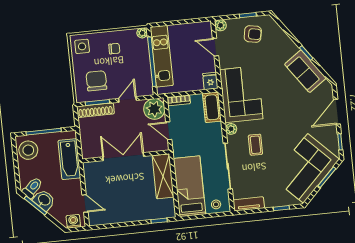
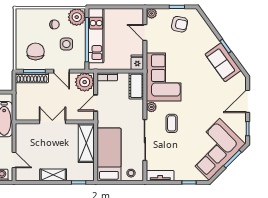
plant: (142, 33) -> (77, 17), width x1.88, depth x1.88
side table: (82, 46) -> (66, 44), moved
door: (127, 99) -> (62, 71), swing flipped
door: (169, 131) -> (96, 103), hinge flipped
double door: (123, 157) -> (52, 122), width x0.73
shelving: (130, 215) -> (53, 175), added

